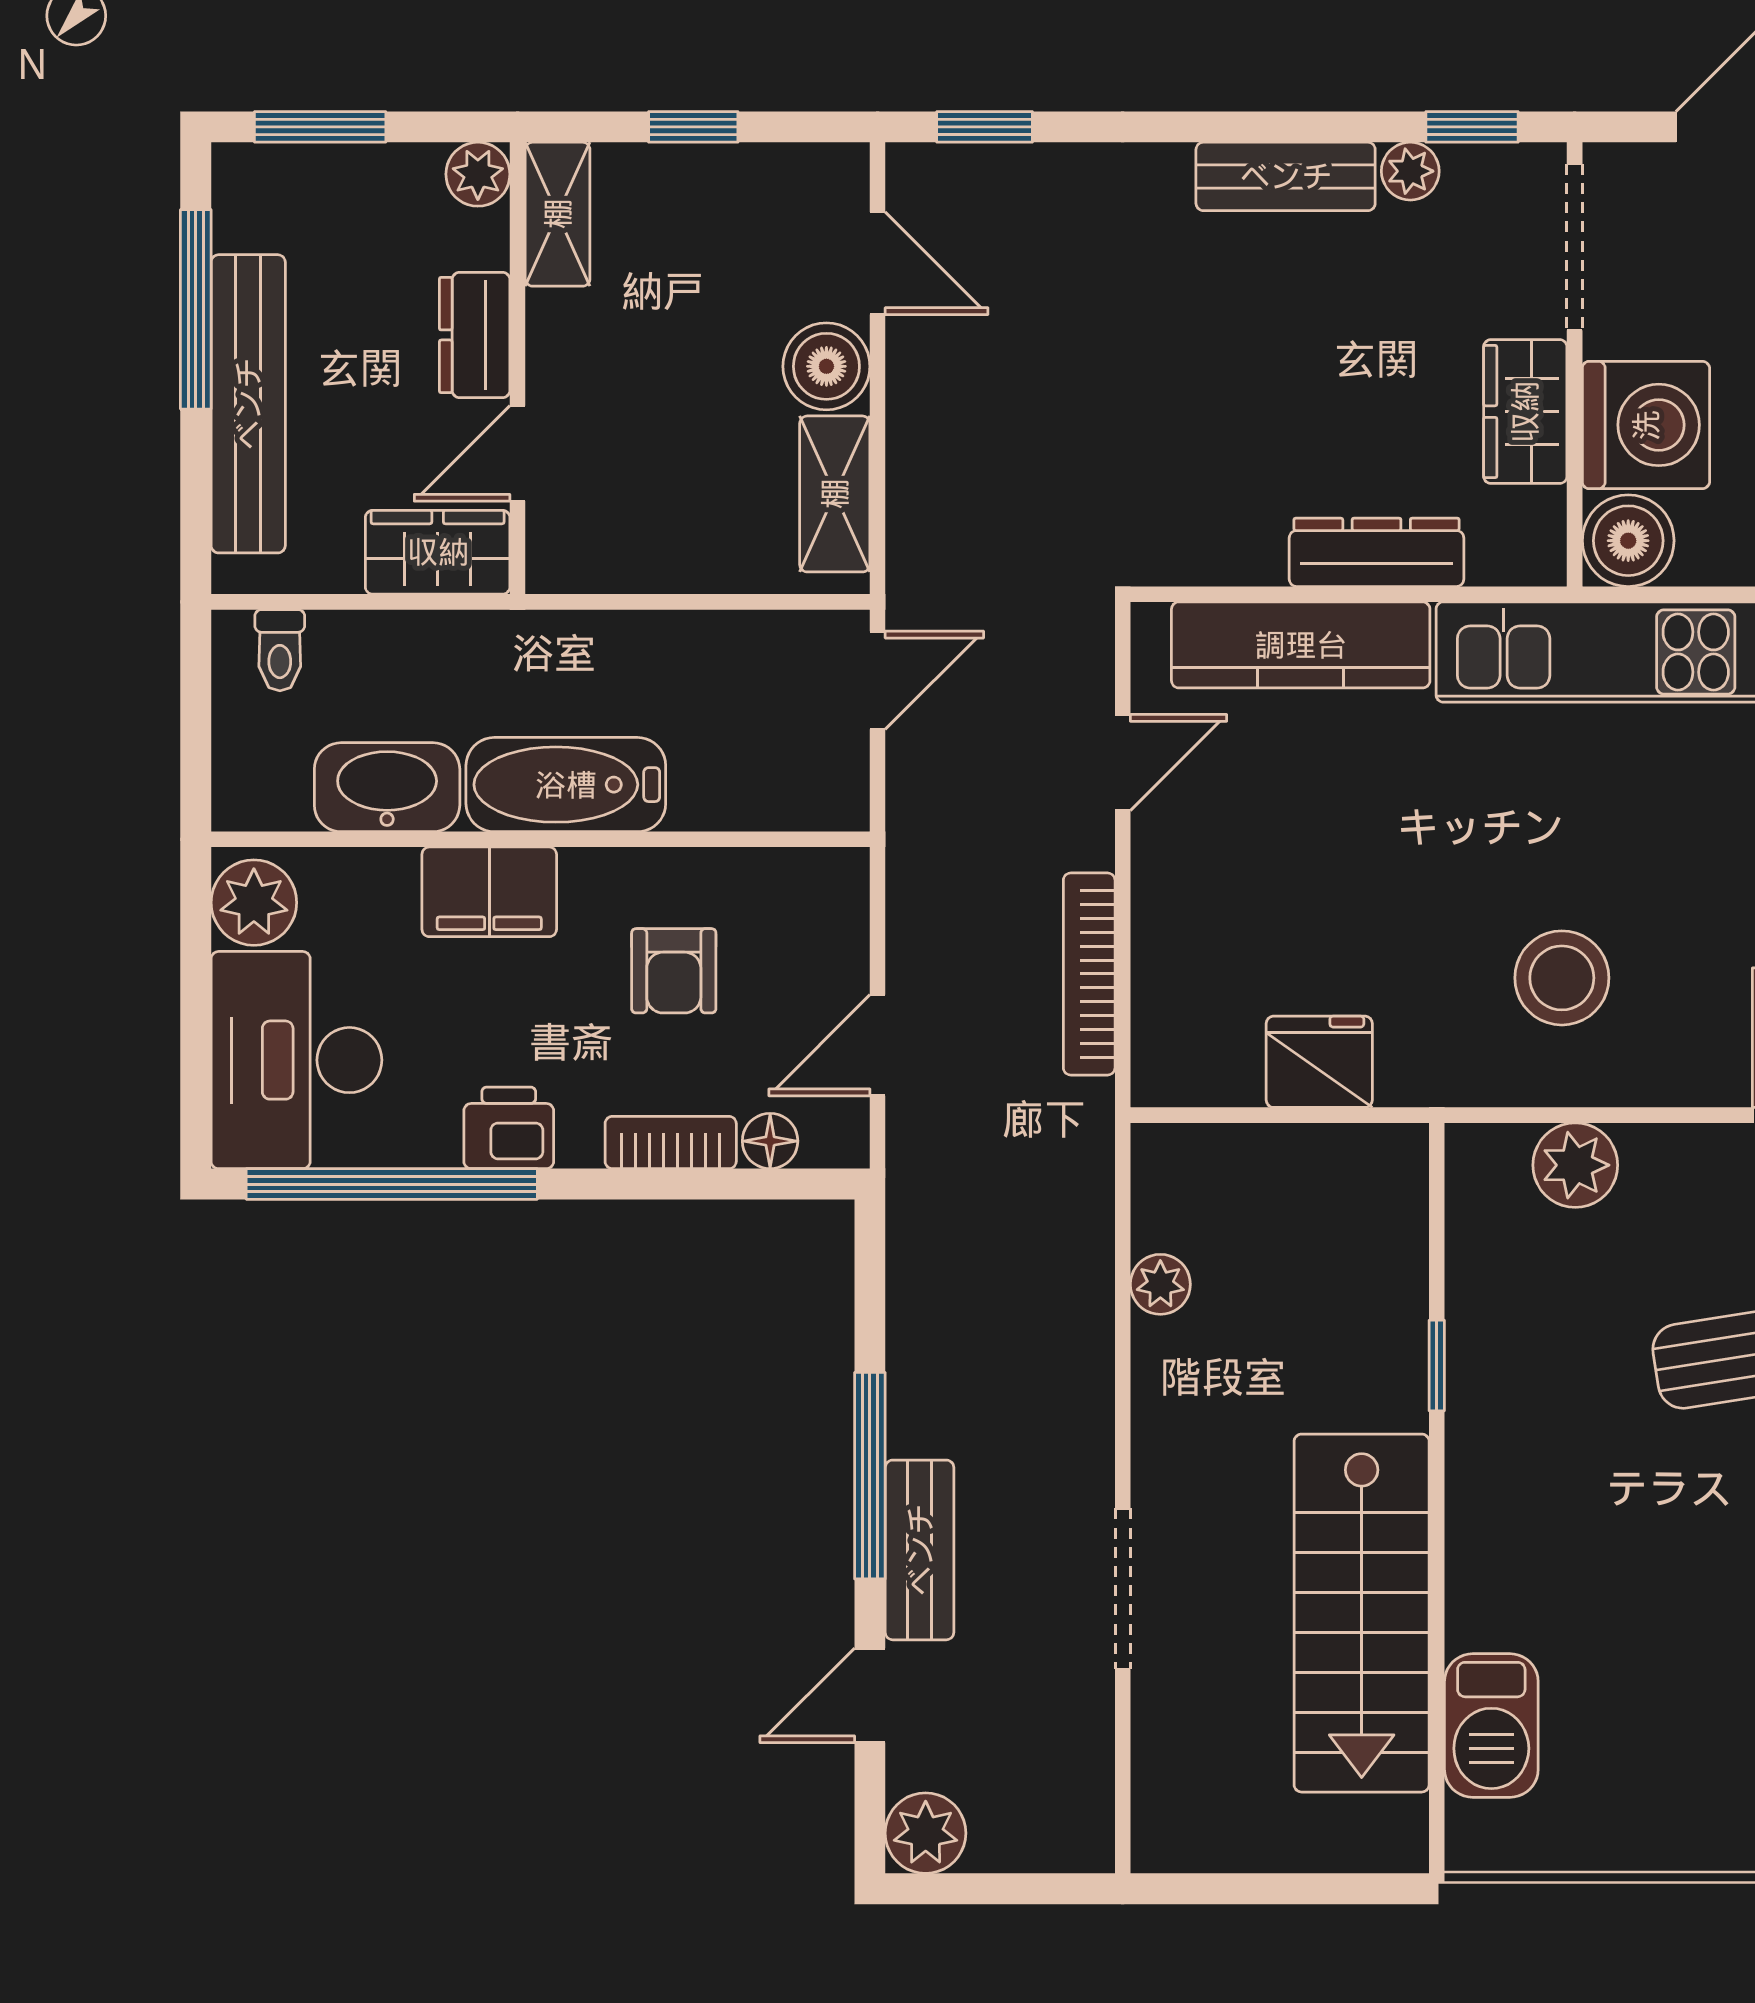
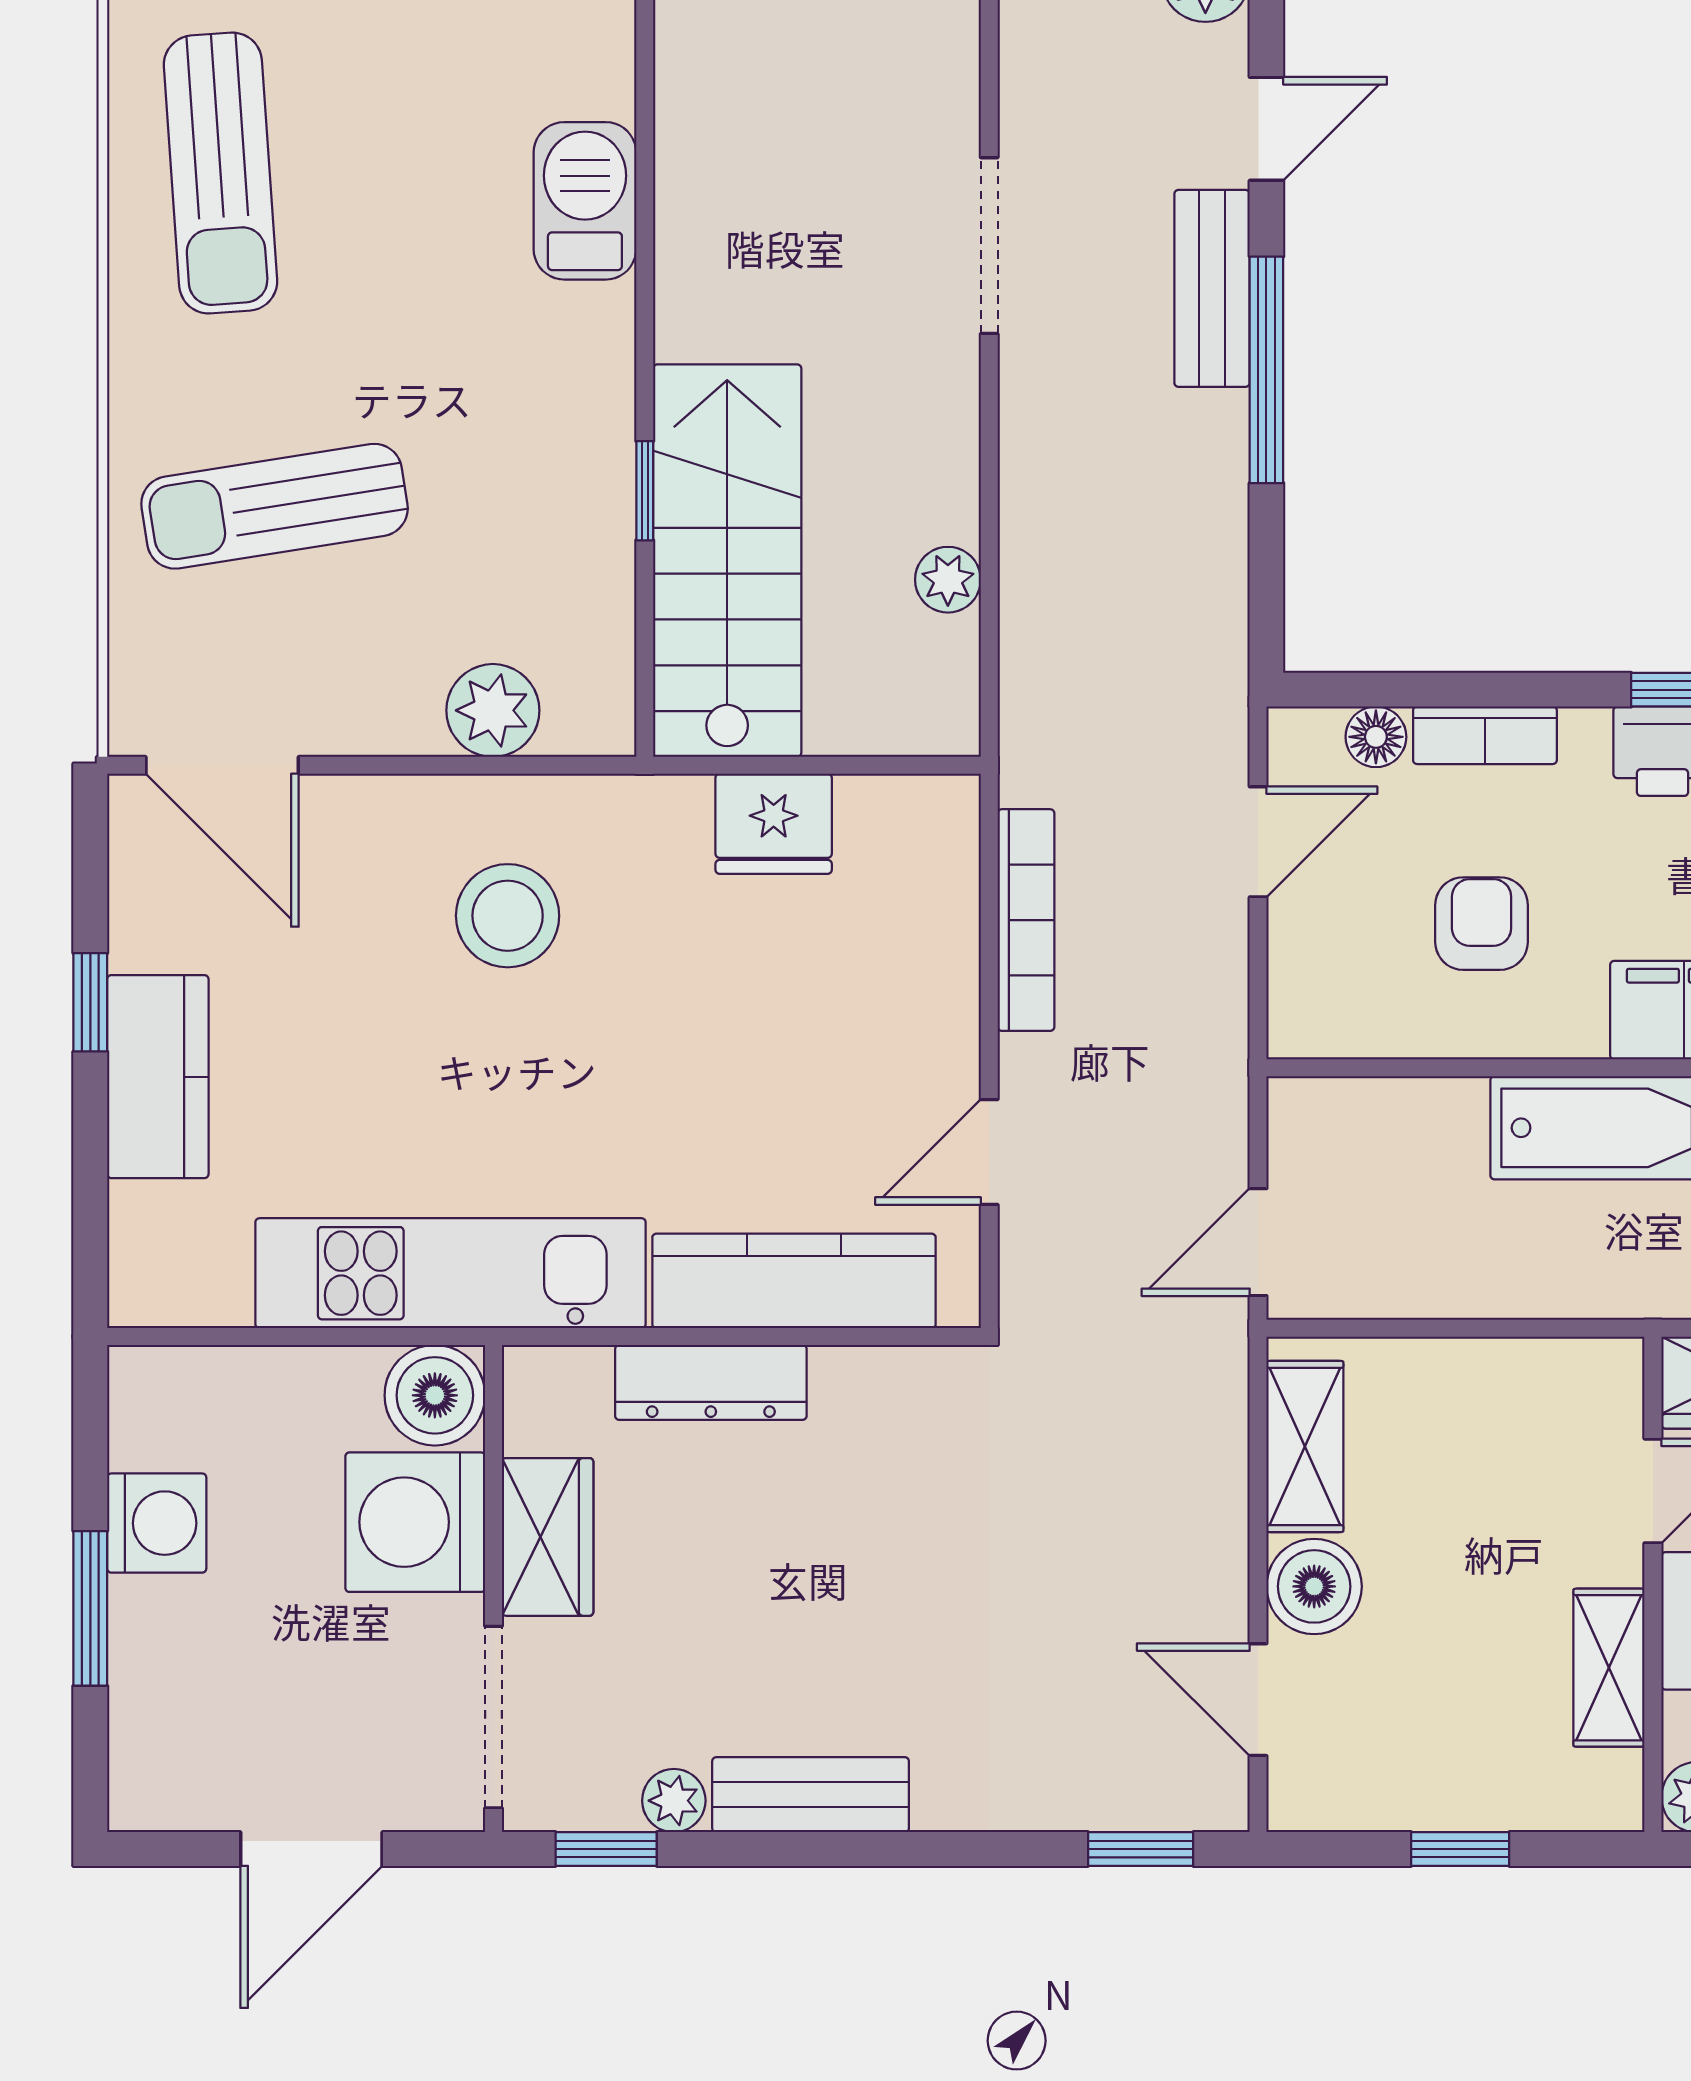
shelving: (558, 214) -> (1609, 1668), moved
stairs: (1362, 1613) -> (727, 561), moved
barbecue: (1491, 1725) -> (585, 201), moved

